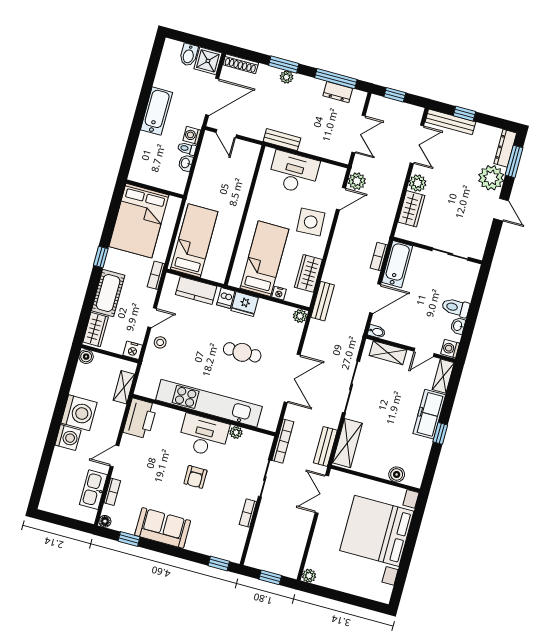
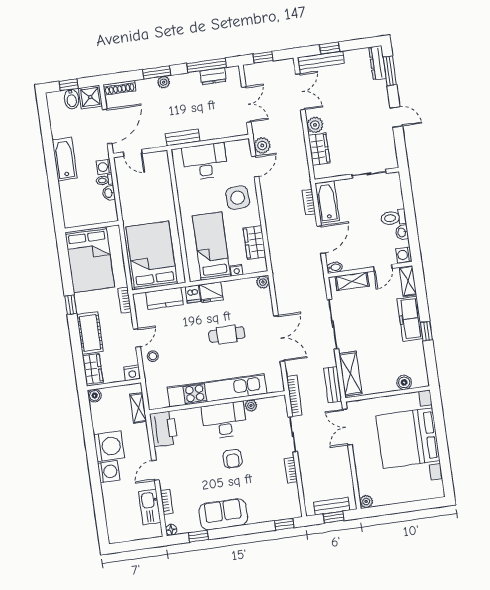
window: (192, 39) -> (69, 85), added
plant: (491, 178) -> (376, 93), removed
bed: (194, 241) -> (152, 255), width x1.50
bench: (323, 301) -> (332, 506), moved, turned 90

